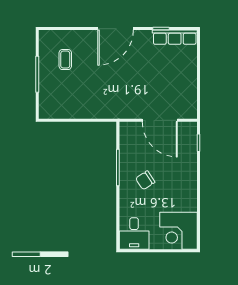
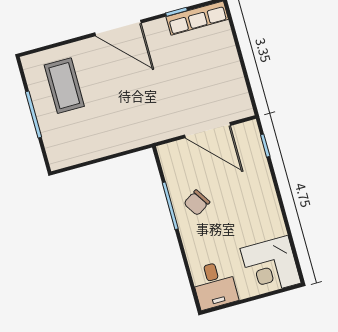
door: (116, 29) -> (118, 28), hinge flipped
coffee table: (65, 60) -> (64, 86), width x1.86, depth x1.72
chair: (145, 180) -> (197, 203), moved

